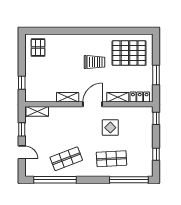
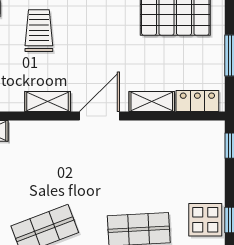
trolley: (94, 62) -> (39, 31), moved, turned -90
display table: (110, 128) -> (205, 220), moved

